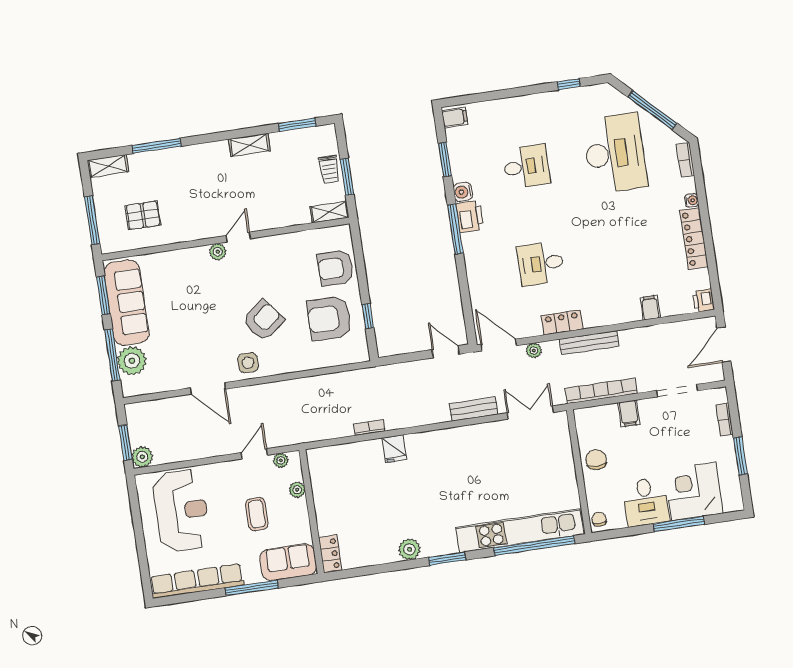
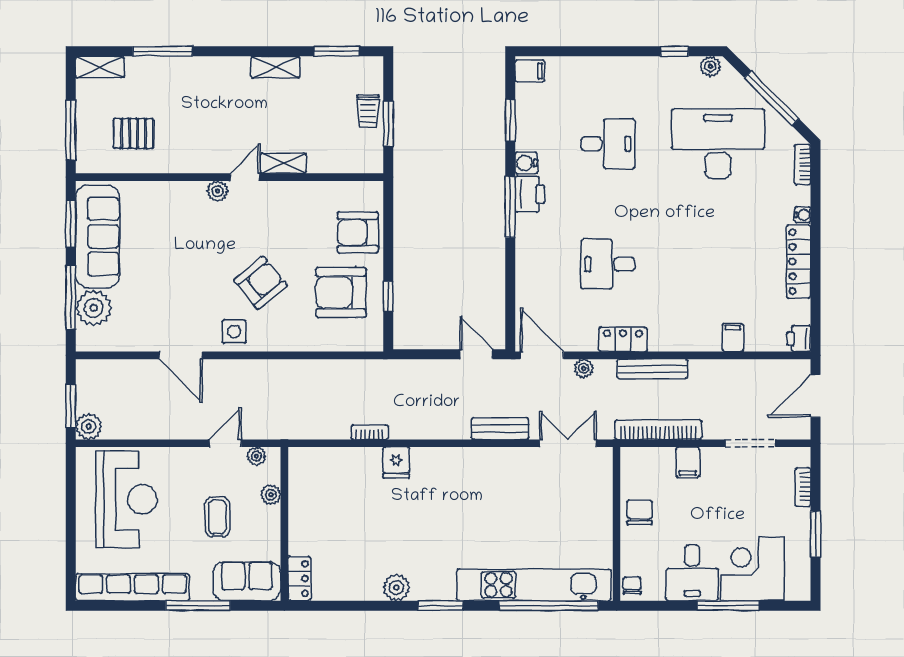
plant: (599, 92) -> (710, 66), added
desk: (615, 153) -> (718, 144), turned -90
shelving: (329, 212) -> (283, 163), moved

